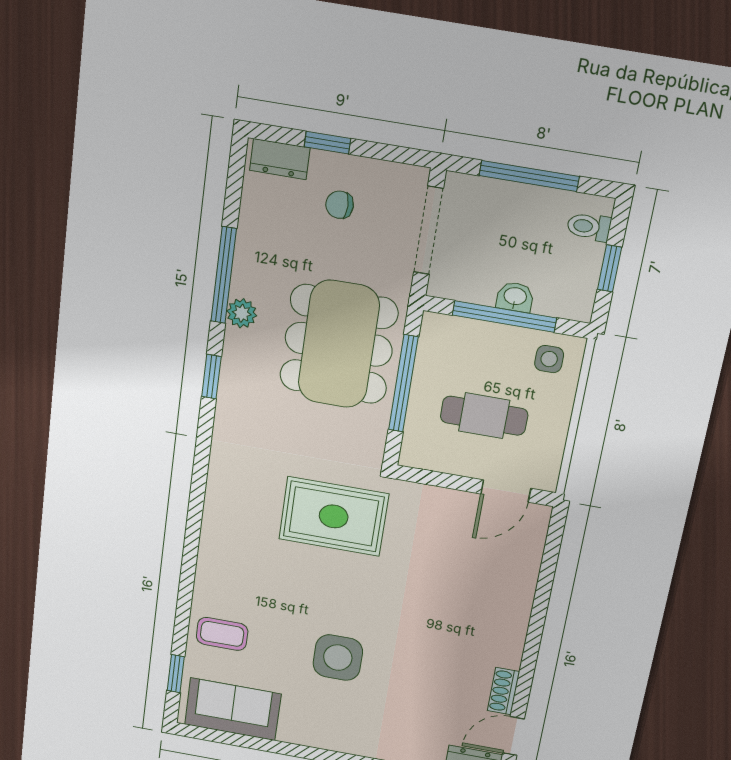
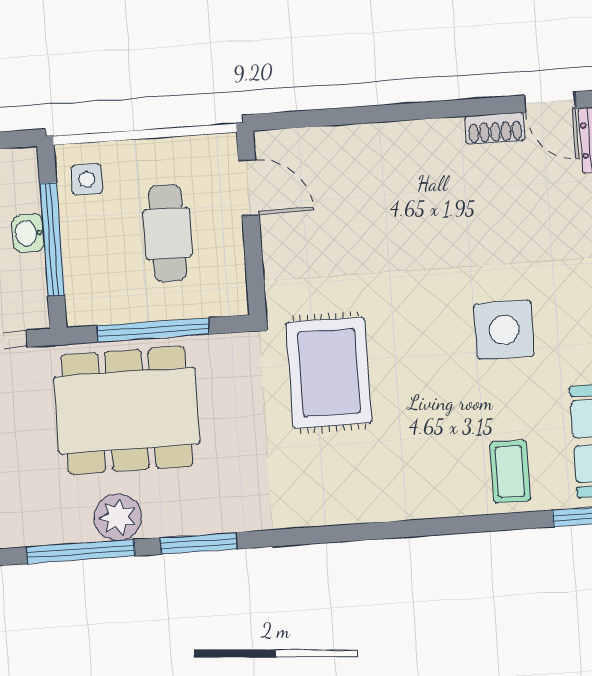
plant: (242, 313) -> (118, 517), width x1.38, depth x1.38
window: (211, 377) -> (199, 543), width x1.50

